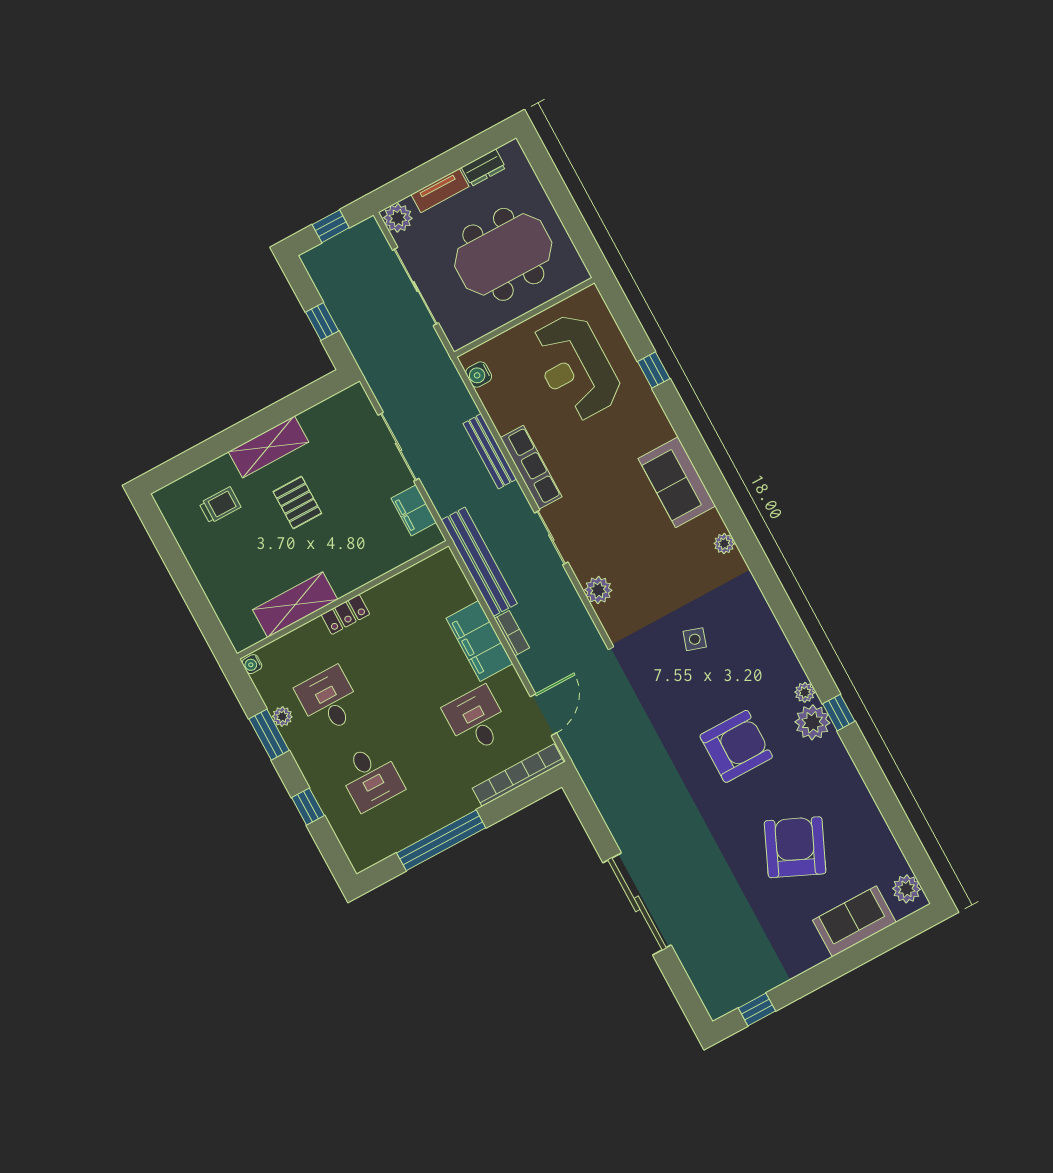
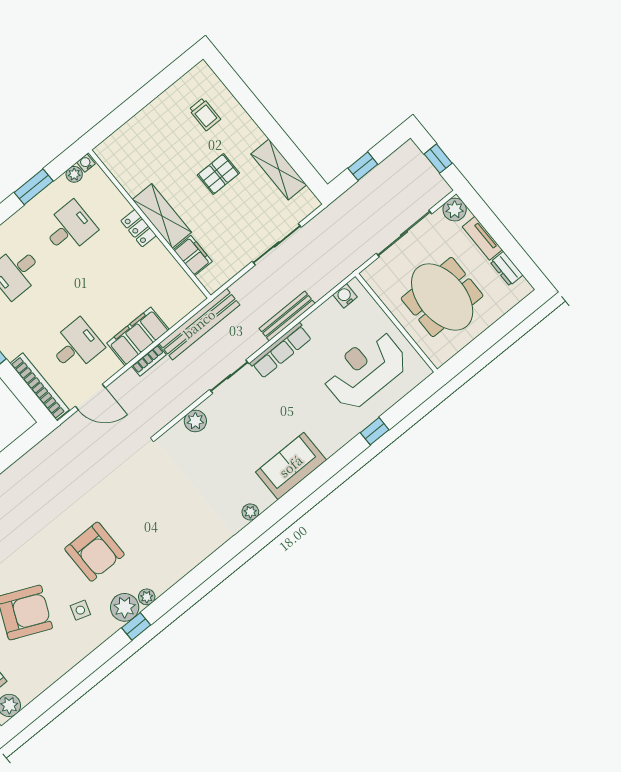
shelving: (269, 447) -> (279, 169), moved
filing cabinet: (414, 510) -> (193, 256), moved, turned 90
shelving: (295, 605) -> (162, 216), moved
side table: (695, 639) -> (80, 610), moved
plant: (282, 717) -> (74, 174), moved

